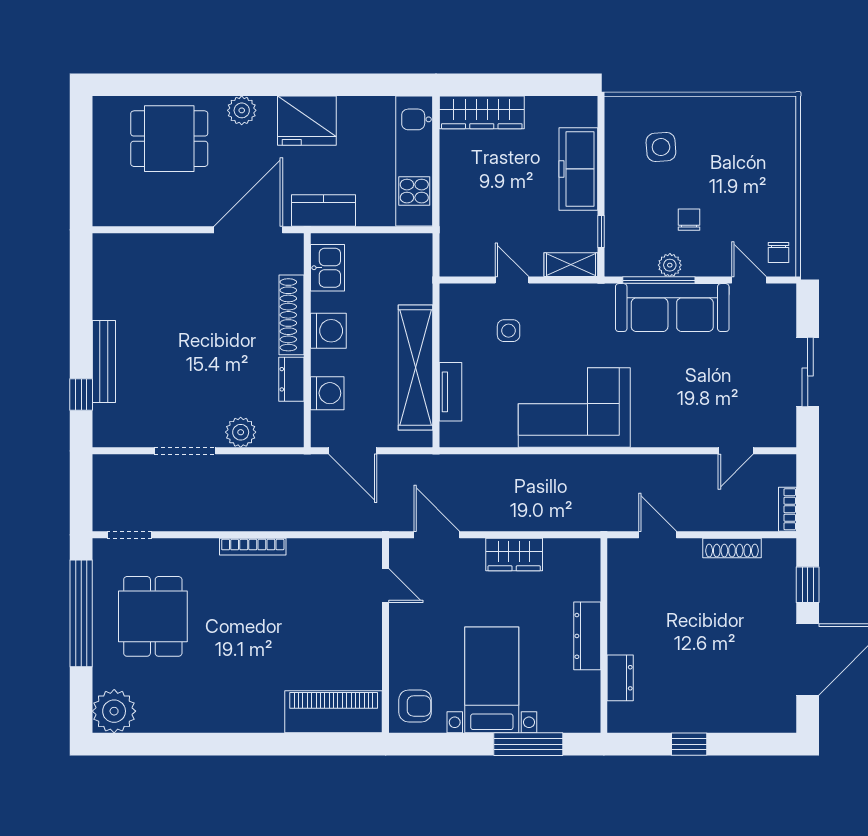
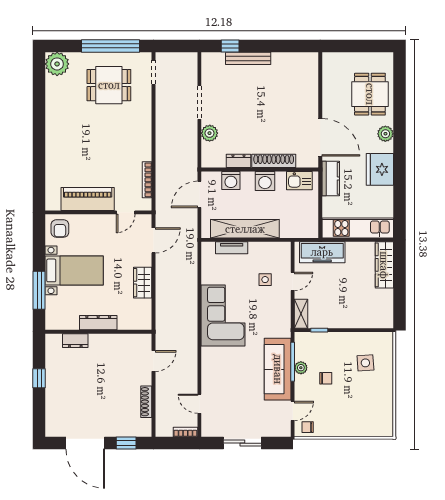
freezer: (578, 169) -> (322, 252), moved, turned 180
bookcase: (788, 509) -> (185, 432), moved
bookcase: (253, 547) -> (147, 180), moved
piano: (334, 712) -> (88, 199), moved, turned -90

